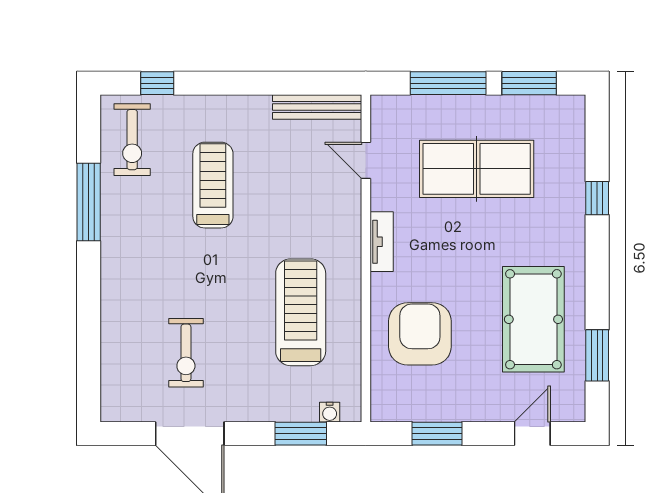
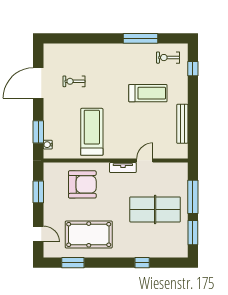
bench: (317, 107) -> (182, 124), moved
exercise bike: (132, 140) -> (168, 58), width x0.73, depth x0.72
door: (366, 160) -> (145, 161), moved
table tennis table: (477, 169) -> (155, 209), turned 90
treadmill: (301, 312) -> (92, 132), turned -90
exercise bike: (186, 353) -> (74, 81), width x0.73, depth x0.72

